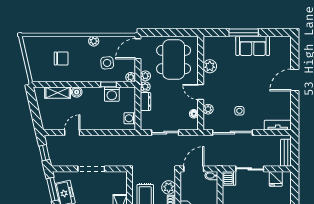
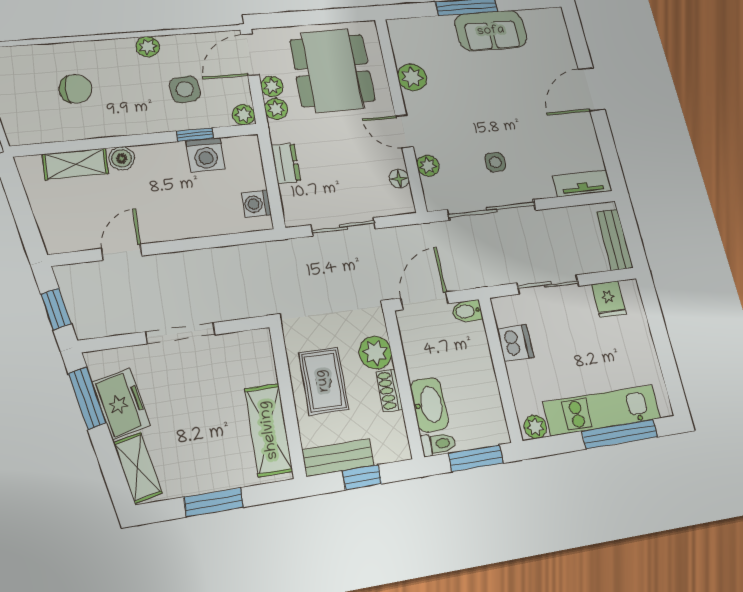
plant: (145, 87) -> (272, 86), moved
dishwasher: (229, 178) -> (515, 343), moved

